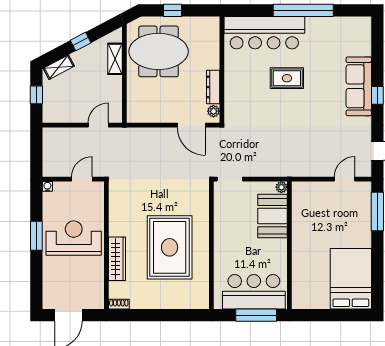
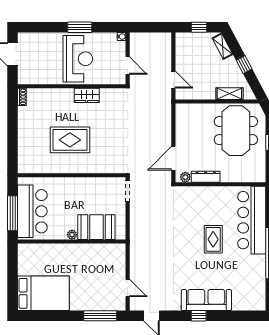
plant: (281, 187) -> (72, 235), moved
rug: (170, 247) -> (70, 140), width x0.73, depth x0.69
wardrobe: (117, 259) -> (87, 95), moved, width x0.67

